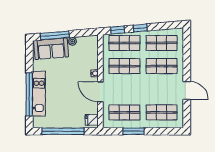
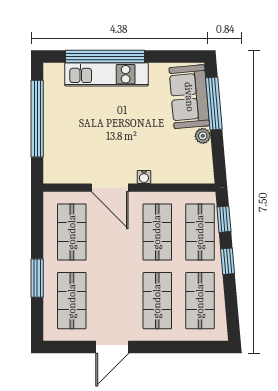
door: (100, 92) -> (110, 188), swing flipped
fridge: (92, 120) -> (58, 172), removed
window: (134, 131) -> (37, 278), moved

